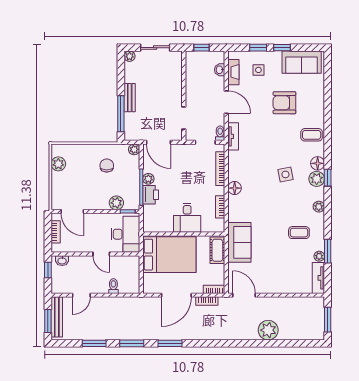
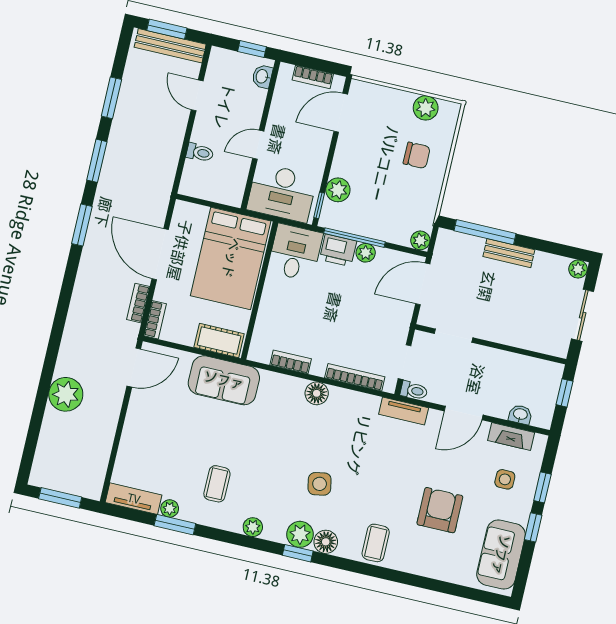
chair: (107, 165) -> (417, 155), moved
desk: (187, 218) -> (295, 253), moved, turned 90

